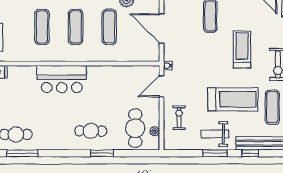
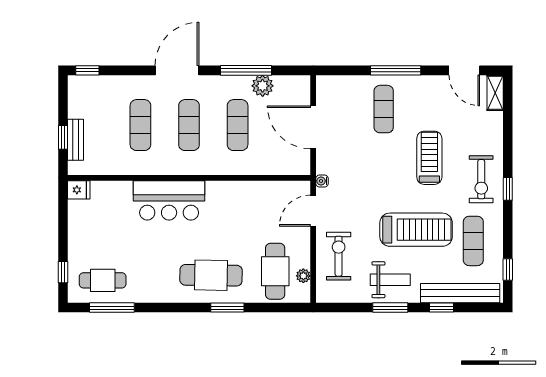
exercise bike: (179, 118) -> (339, 256), width x1.38, depth x1.39
cafe table: (91, 131) -> (211, 275), width x1.37, depth x1.35
weight bench: (215, 134) -> (390, 280), turned 180

